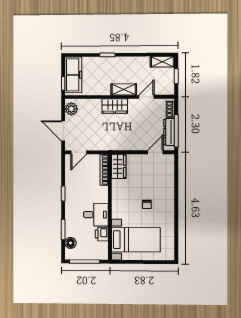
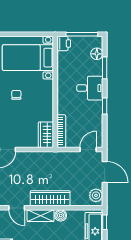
boiler: (105, 90) -> (61, 215), added
door: (146, 97) -> (17, 208), hinge flipped
wardrobe: (115, 106) -> (50, 198), width x1.50
desk: (96, 215) -> (90, 88), moved, turned 180
printer: (102, 234) -> (64, 43), moved

